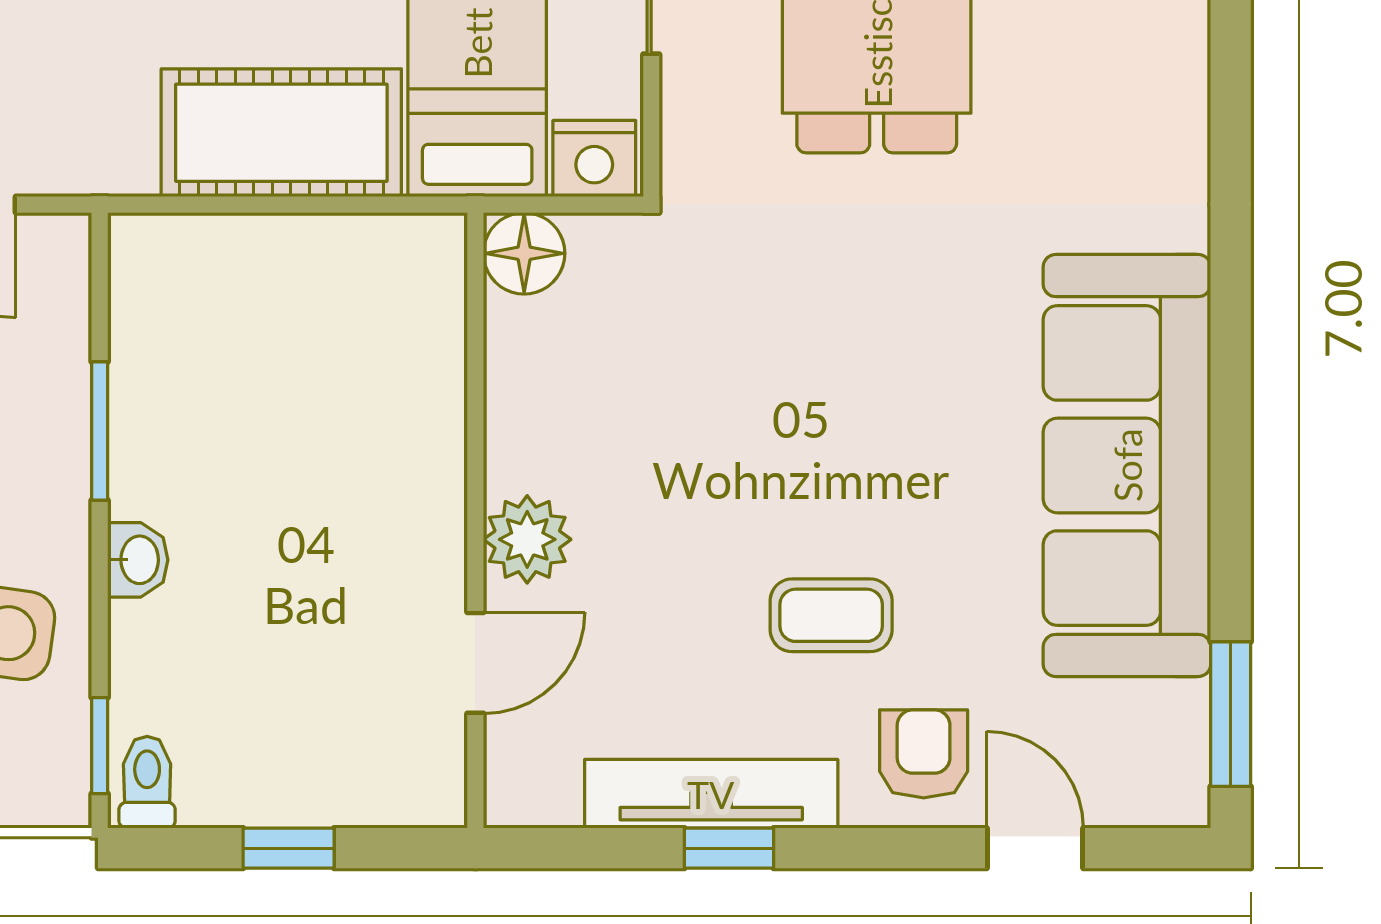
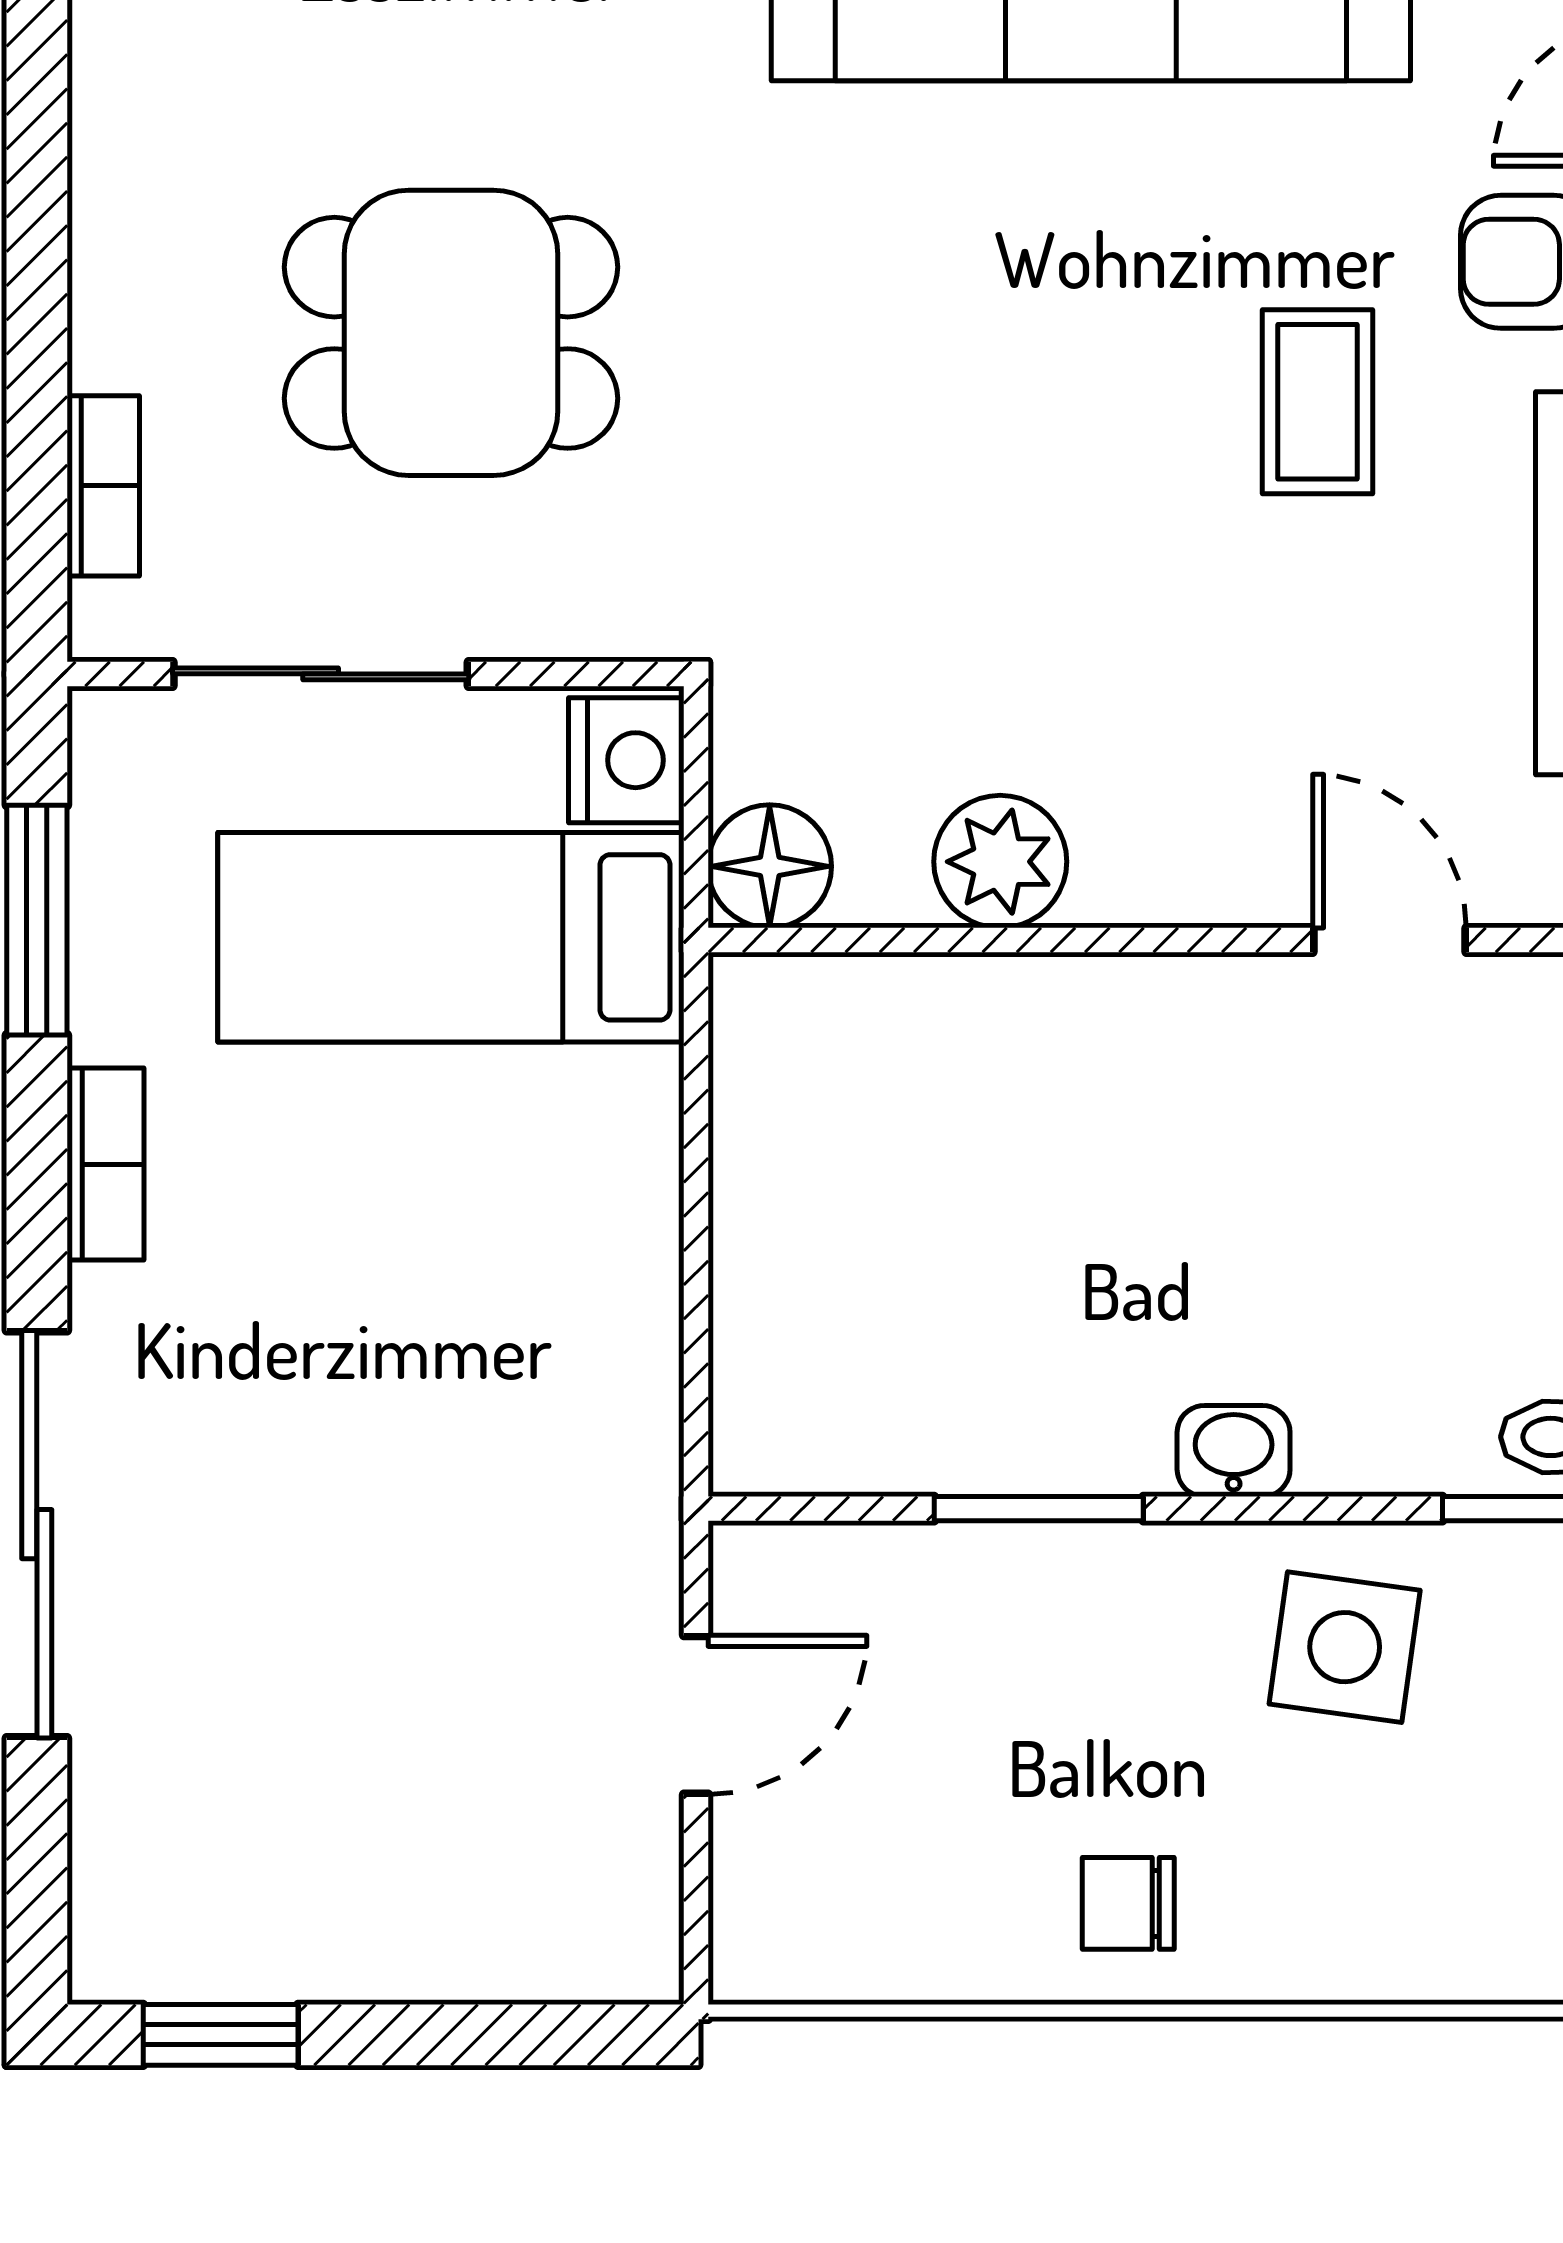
cot: (281, 133) -> (587, 1234), removed
plant: (527, 539) -> (1000, 862), moved

